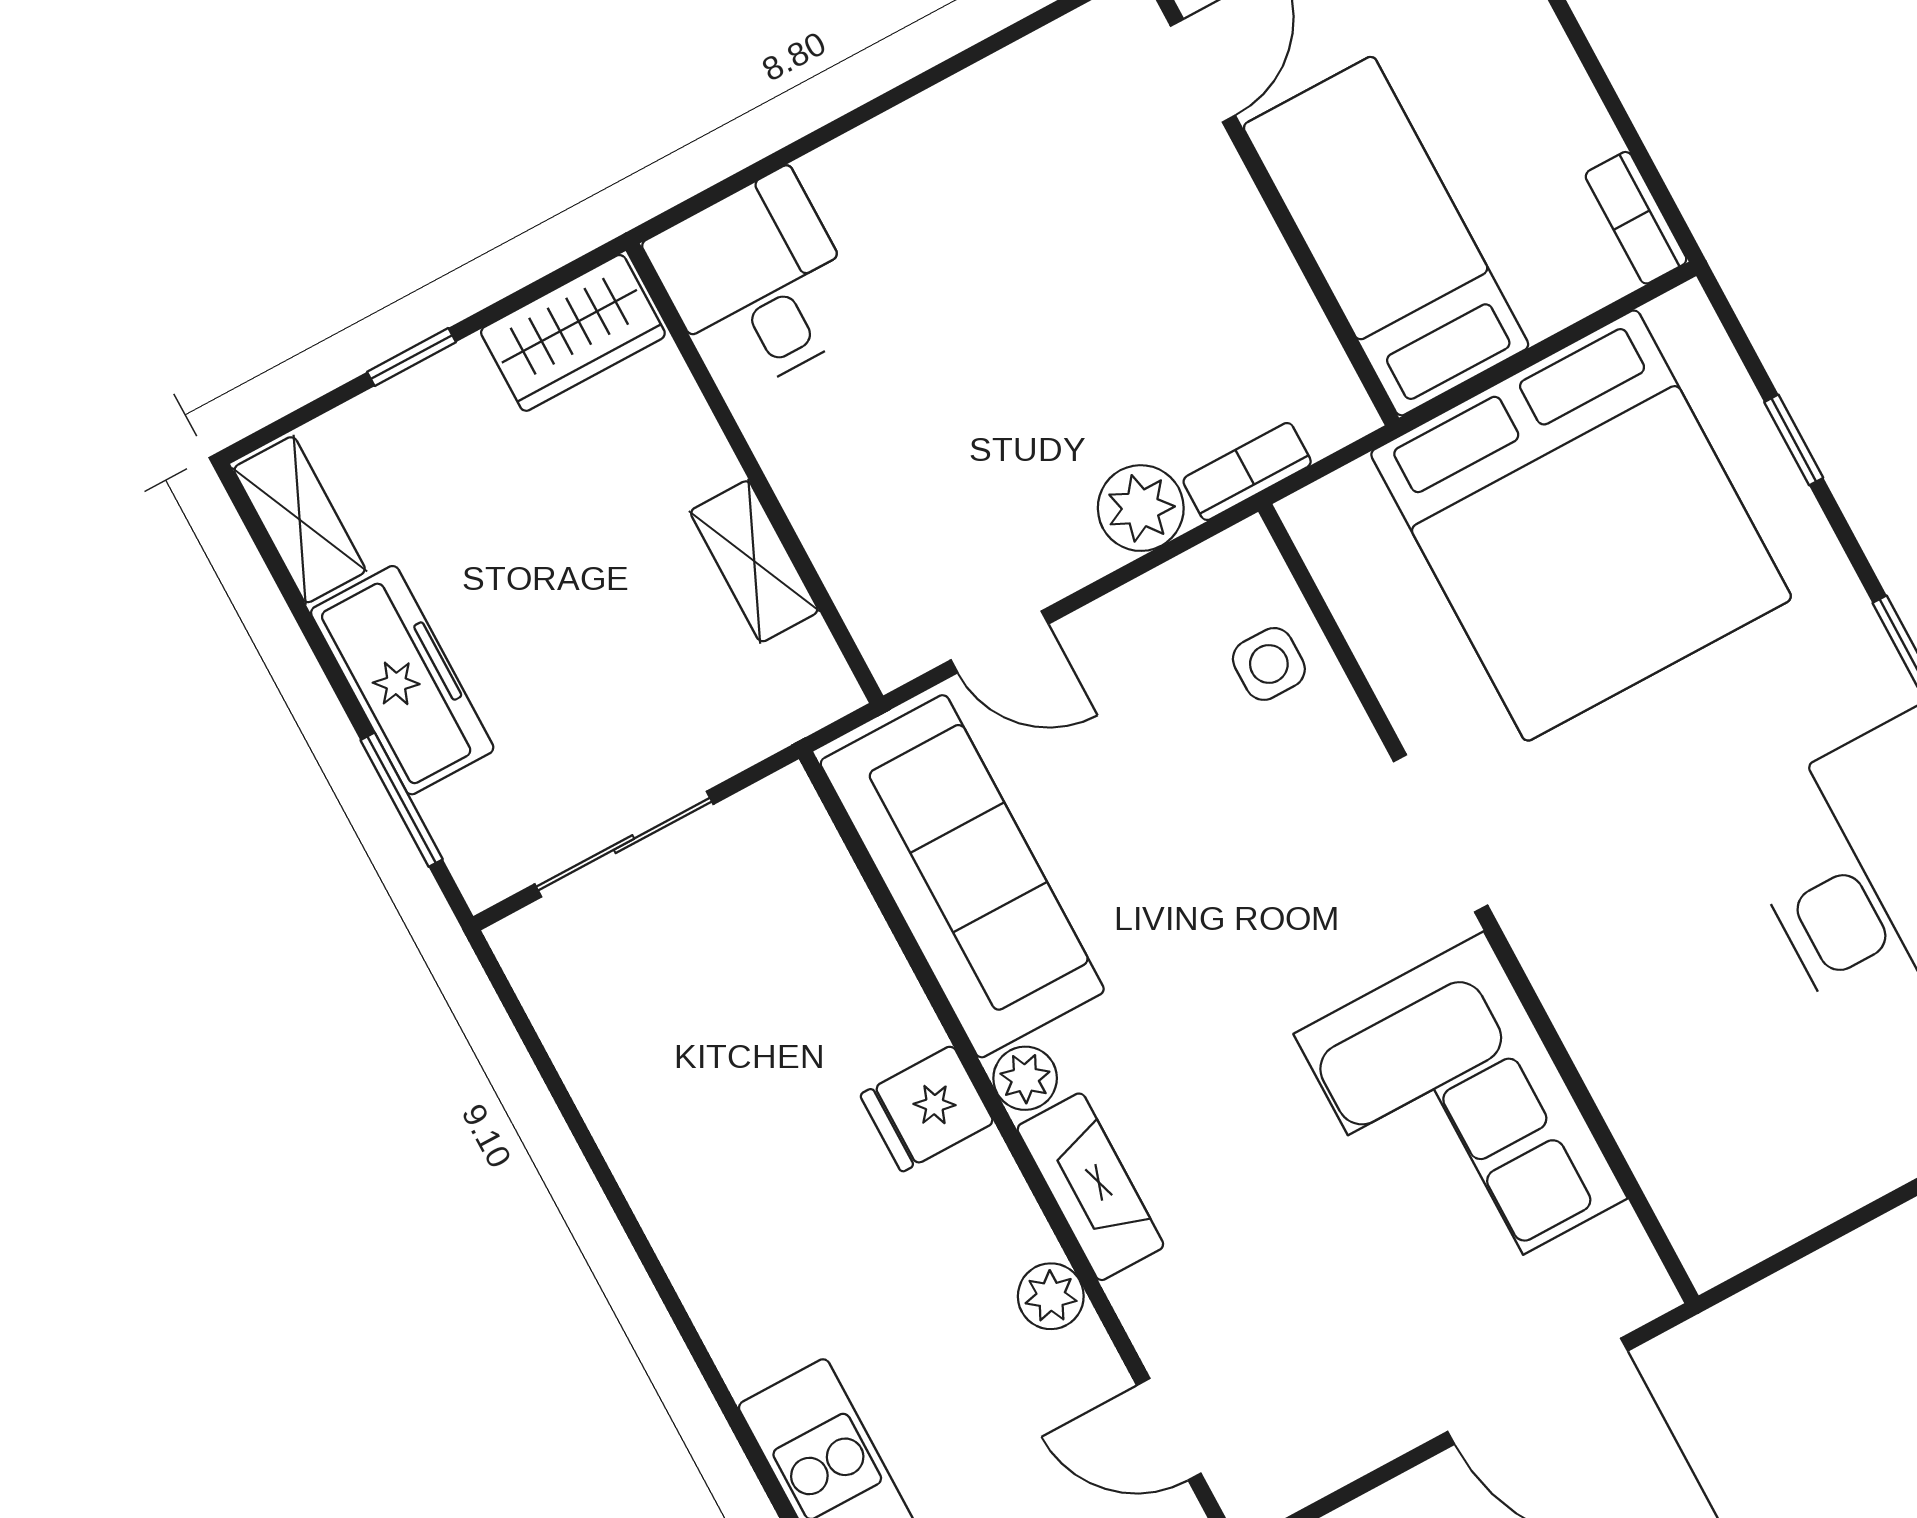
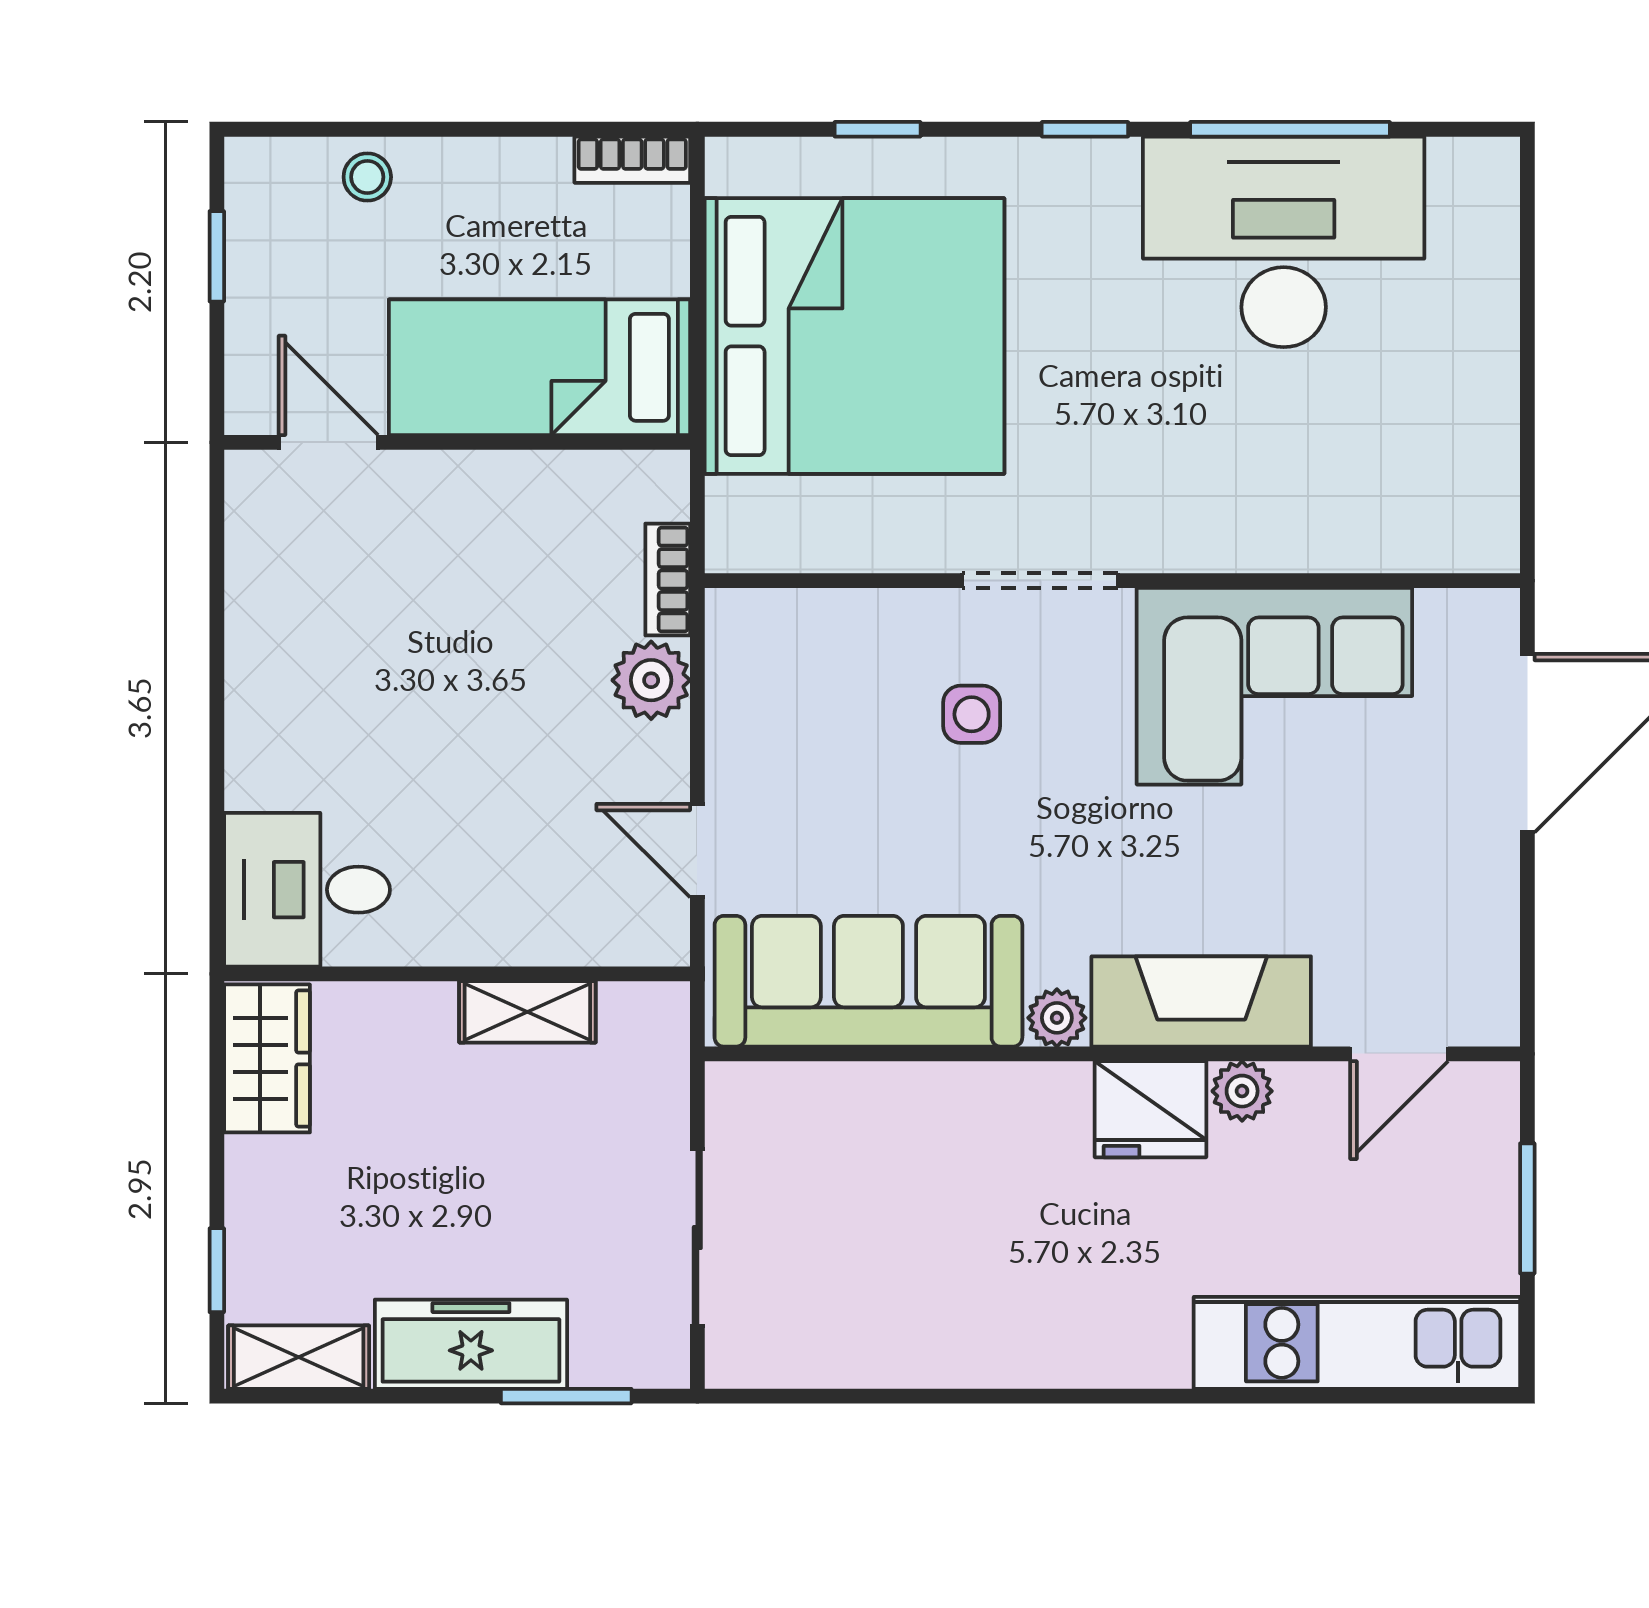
window: (412, 357) -> (217, 1270), moved
door: (1000, 642) -> (697, 851), swing flipped
side table: (1269, 664) -> (972, 714), moved
fridge: (927, 1109) -> (1151, 1109), moved, width x1.38
fireplace: (1090, 1187) -> (1201, 1001), width x1.37, depth x1.32

